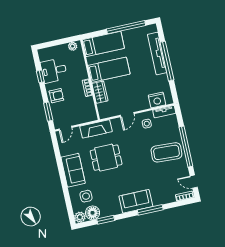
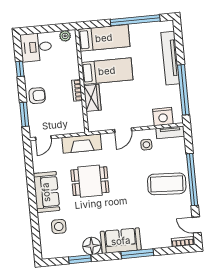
window: (167, 61) -> (183, 90), moved
desk: (54, 70) -> (36, 47), moved
floor lamp: (93, 213) -> (92, 246), moved
plant: (80, 217) -> (48, 252), removed

